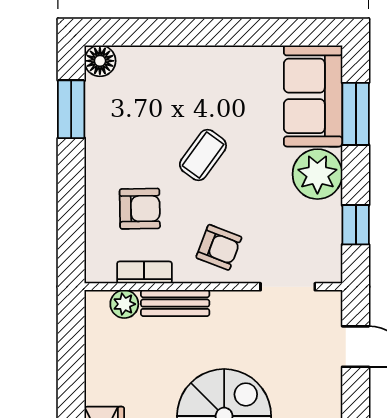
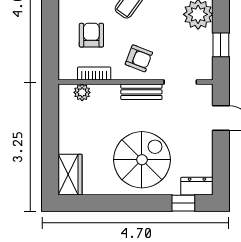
armchair: (140, 209) -> (91, 35), turned -89
bench: (175, 303) -> (141, 92), moved

